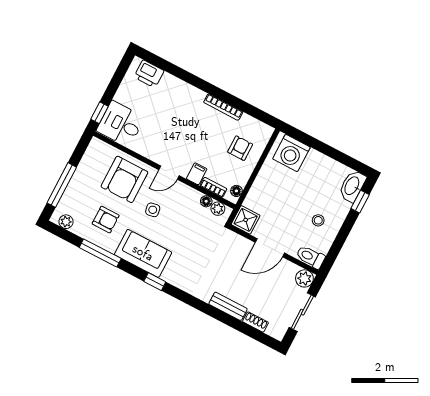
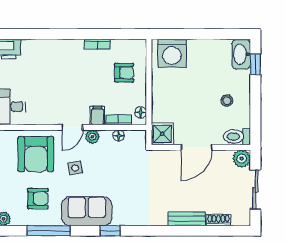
bookcase: (223, 107) -> (97, 44), width x0.64
armchair: (240, 148) -> (124, 73), turned 90
plant: (218, 209) -> (92, 137), moved

